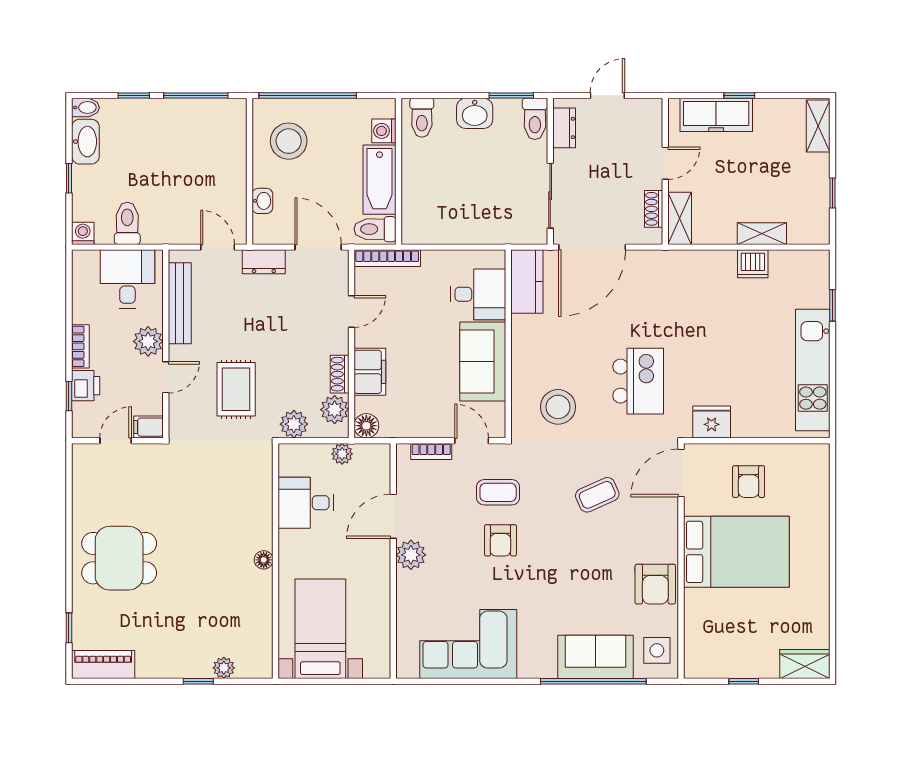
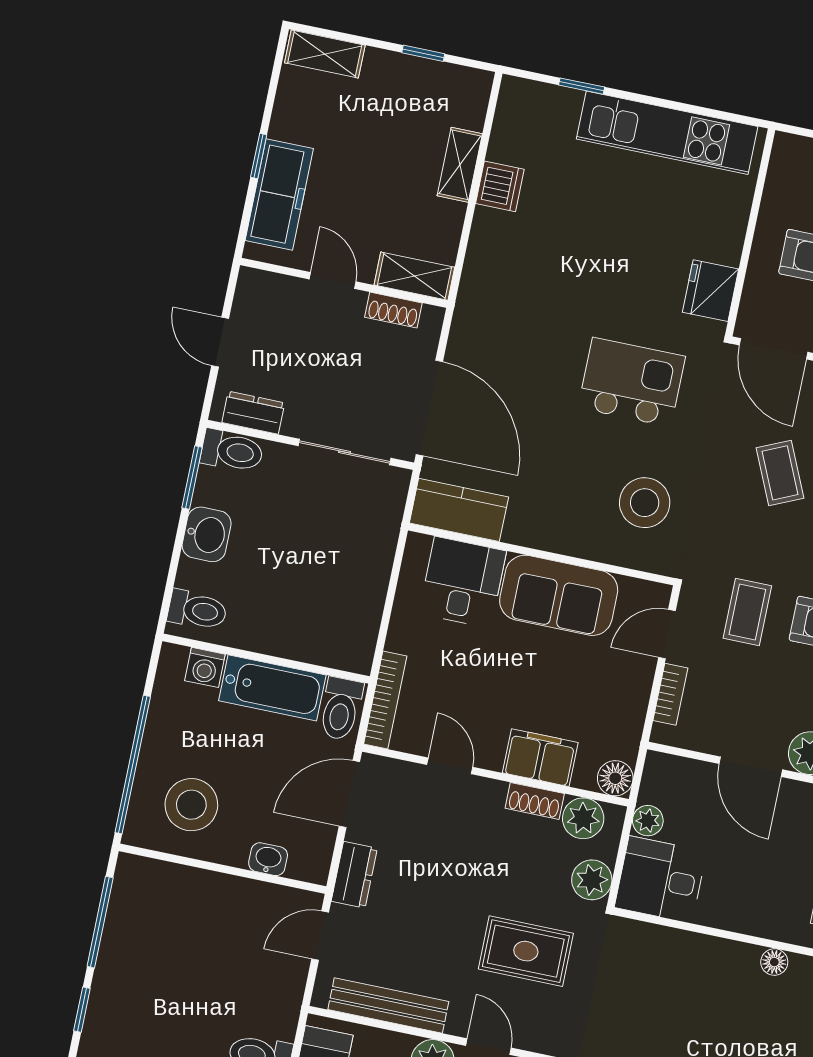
desk: (306, 503) -> (661, 880), moved, turned 90

